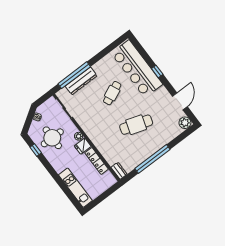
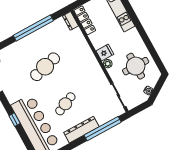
dresser: (81, 81) -> (81, 130), moved
cafe table: (136, 125) -> (45, 67), turned -33
window: (36, 150) -> (155, 56), removed
locker: (97, 161) -> (85, 20), moved

